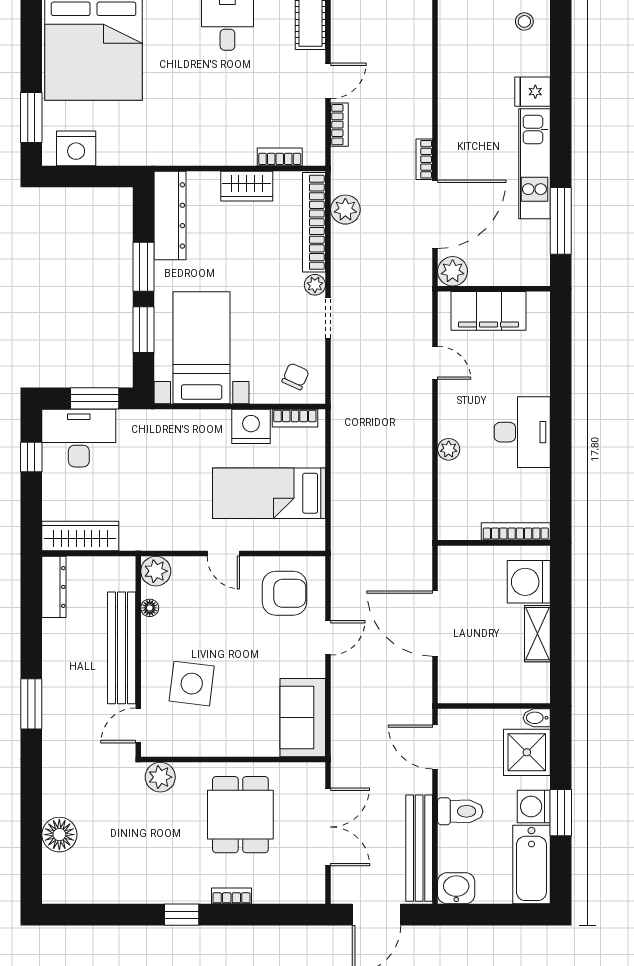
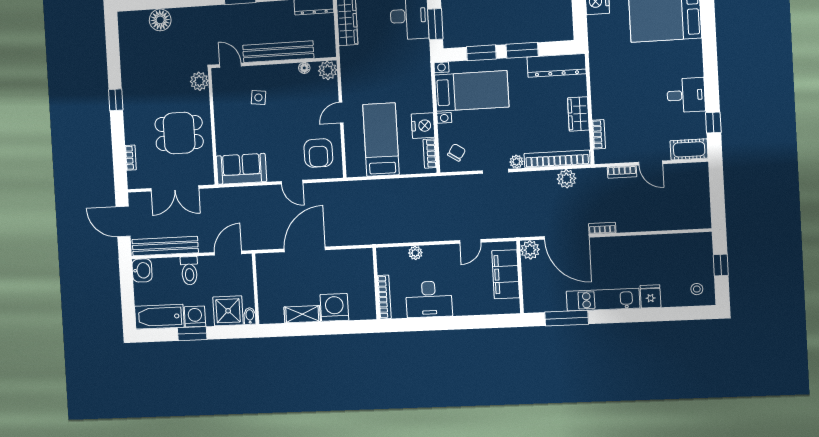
chair: (295, 376) -> (457, 152), turned -81
bookcase: (516, 531) -> (384, 297), moved
wall: (494, 543) -> (376, 283), moved
side table: (192, 684) -> (258, 97), width x0.54, depth x0.54
bookcase: (232, 896) -> (131, 158), moved

